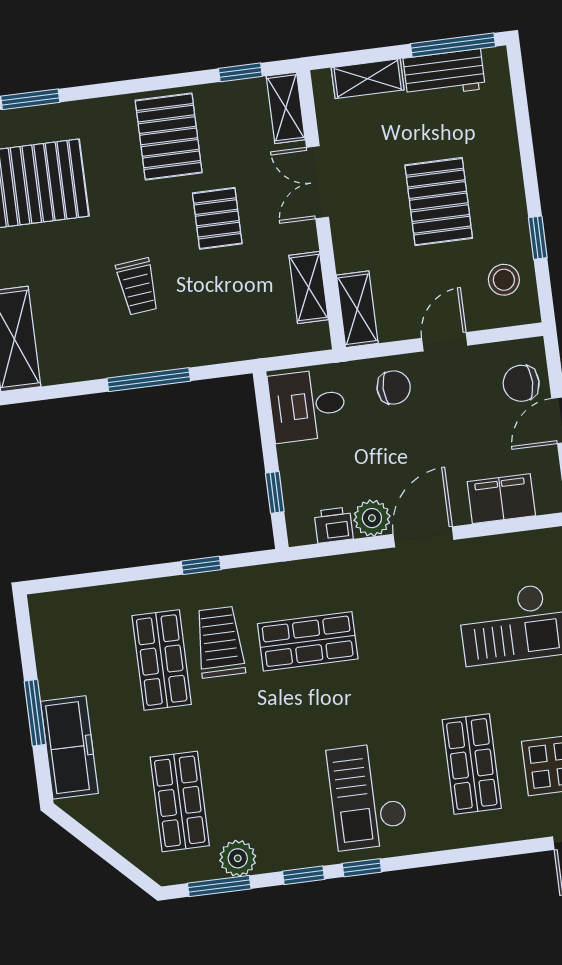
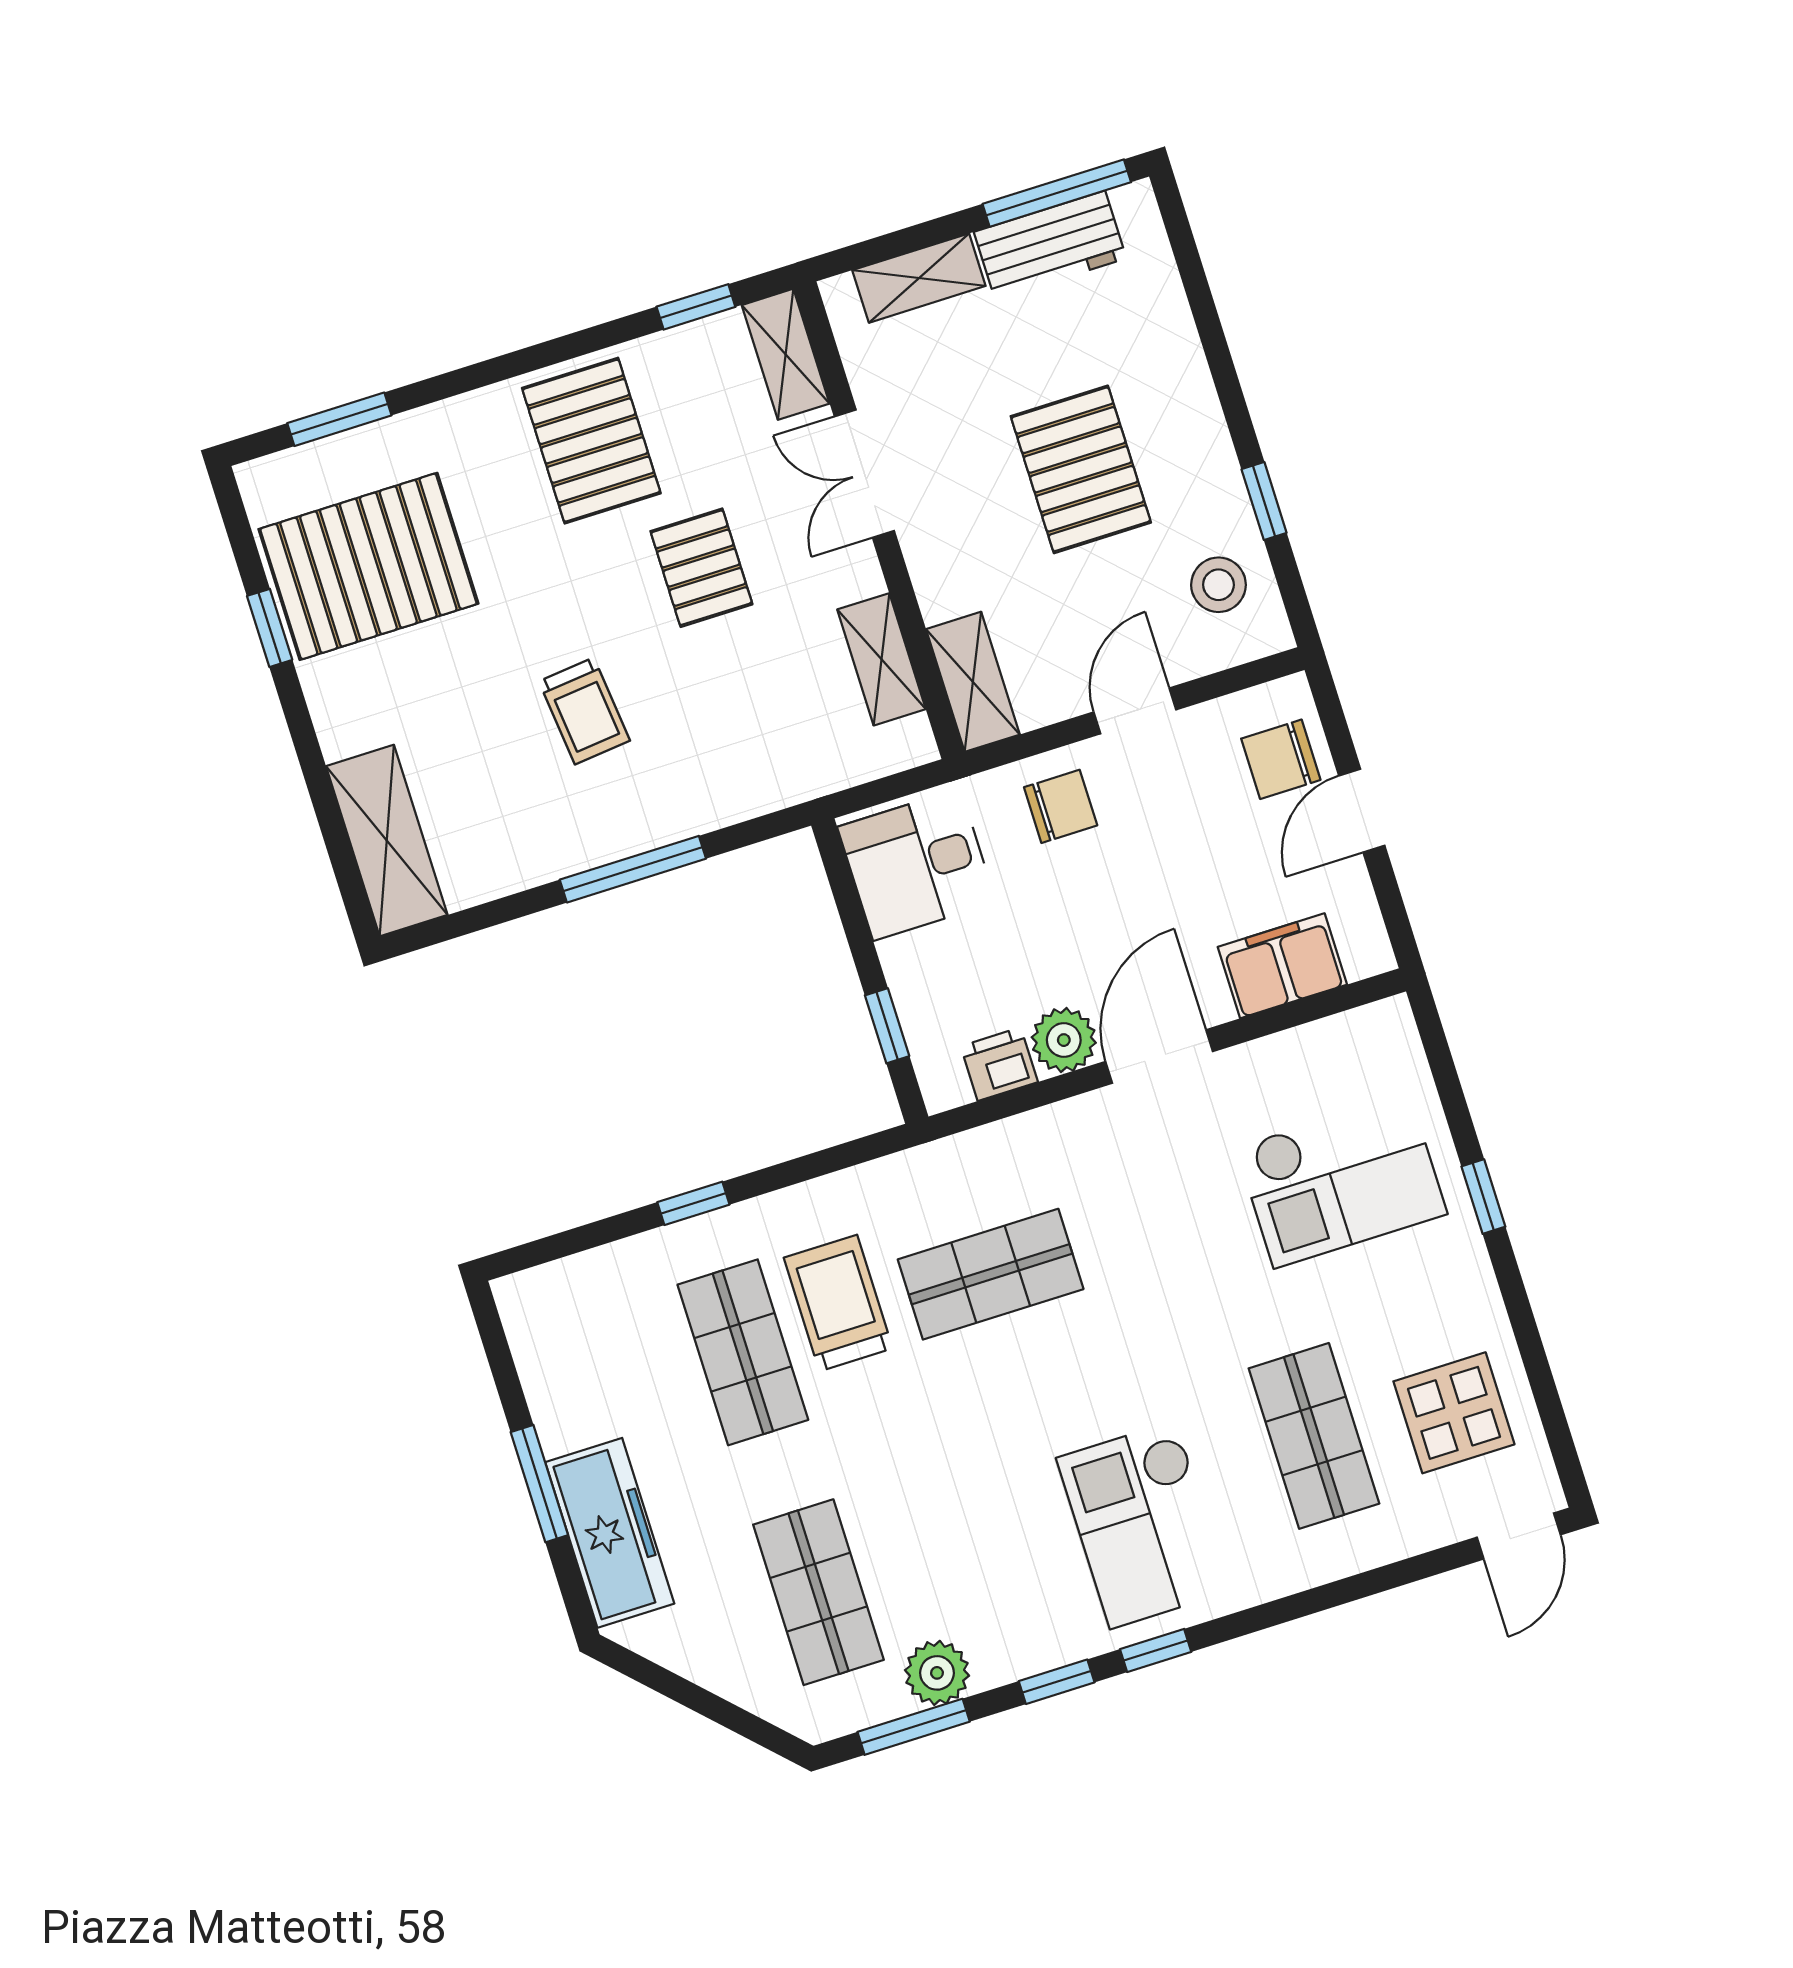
window: (201, 565) -> (693, 1203), moved

